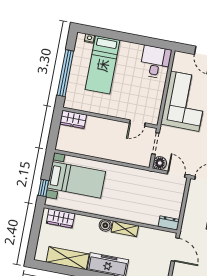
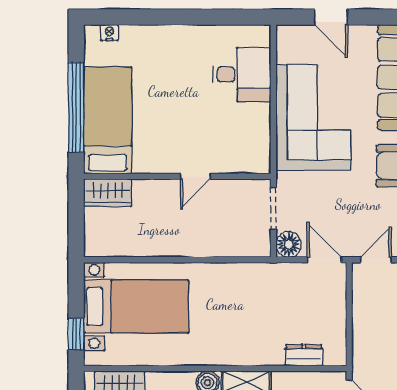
desk: (155, 62) -> (242, 75), moved, turned 90
bed: (103, 65) -> (108, 120), moved, turned 180
door: (137, 123) -> (195, 176), moved
dresser: (169, 223) -> (304, 355), moved

